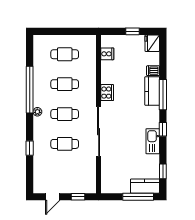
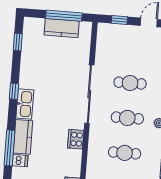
window: (163, 95) -> (9, 148), moved
kitchen sink: (153, 141) -> (25, 104), moved
kitchen counter: (145, 186) -> (62, 28), moved
window: (138, 197) -> (64, 16), moved

